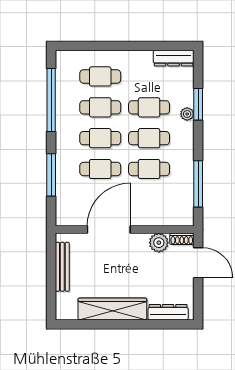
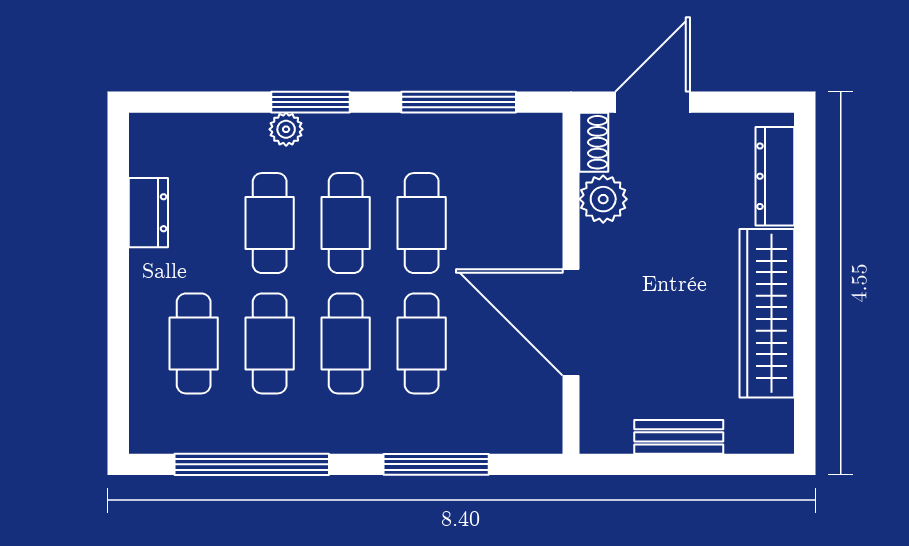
dresser: (174, 58) -> (148, 213), moved, width x0.70
window: (198, 104) -> (310, 102), moved
bench: (62, 267) -> (679, 437), width x0.73

